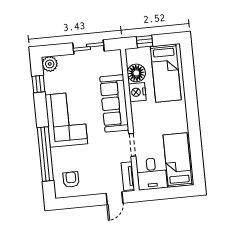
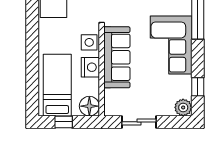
window: (145, 41) -> (64, 122), moved
floor lamp: (136, 73) -> (89, 106), moved
side table: (141, 115) -> (89, 42), added

